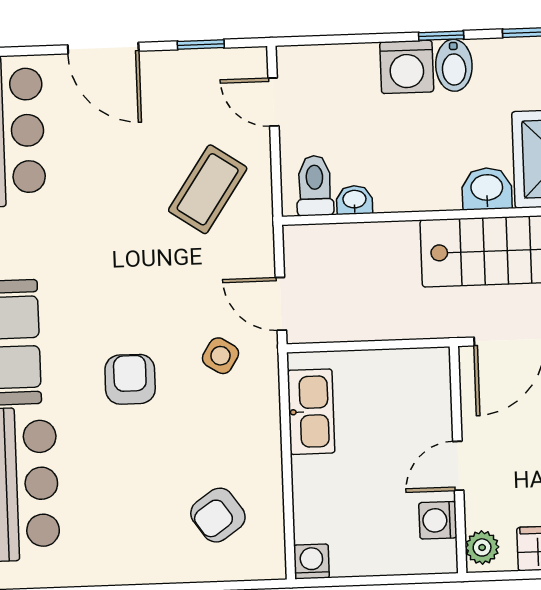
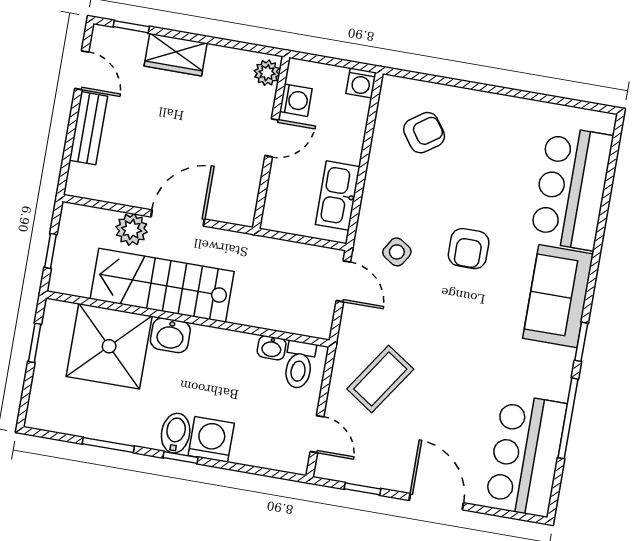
wall: (458, 460) -> (271, 142), moved
door: (458, 466) -> (272, 138), moved
washing machine: (438, 520) -> (296, 100), moved
plant: (482, 547) -> (267, 73), moved

